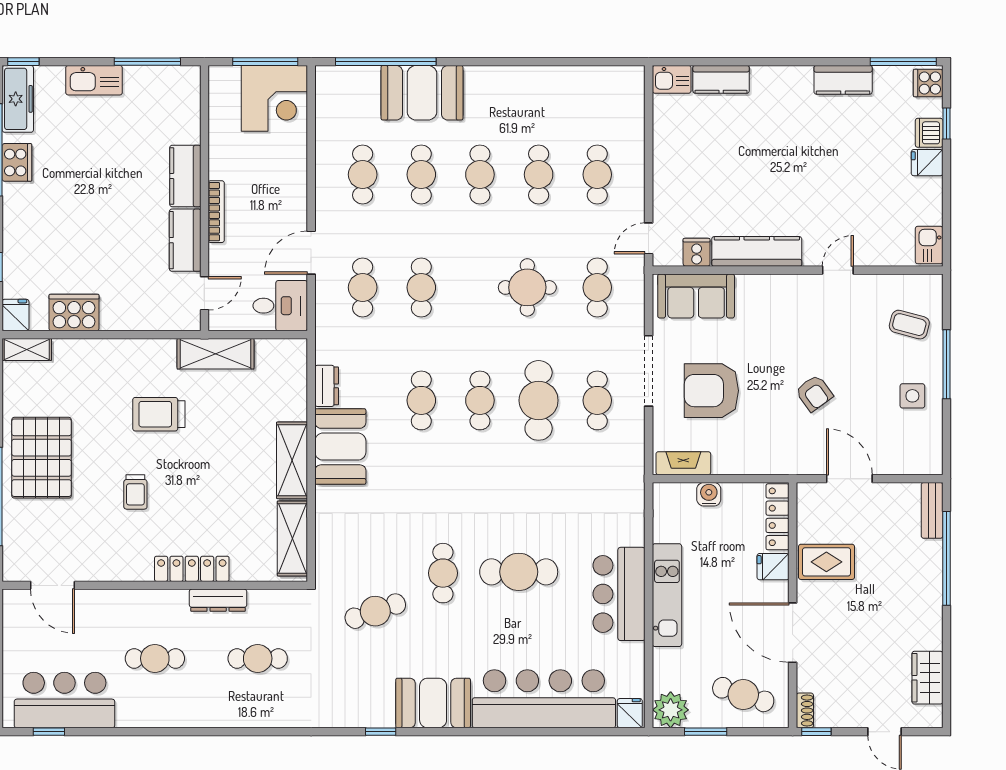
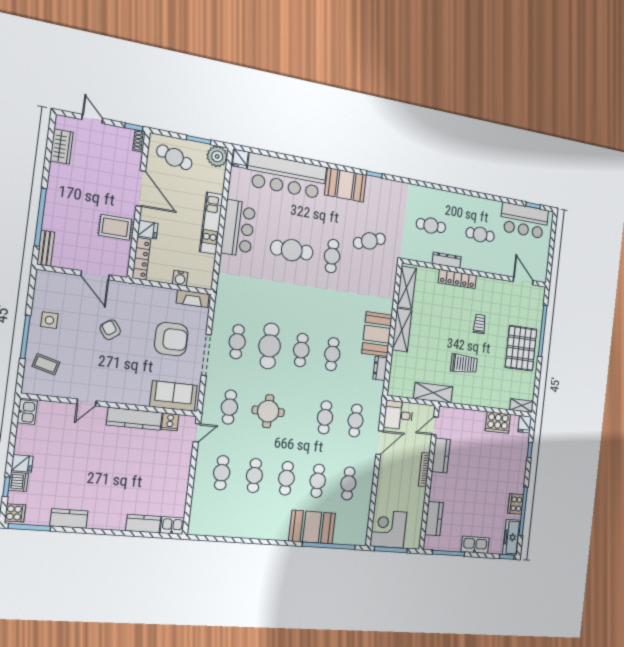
kitchen counter: (185, 176) -> (434, 519), moved

